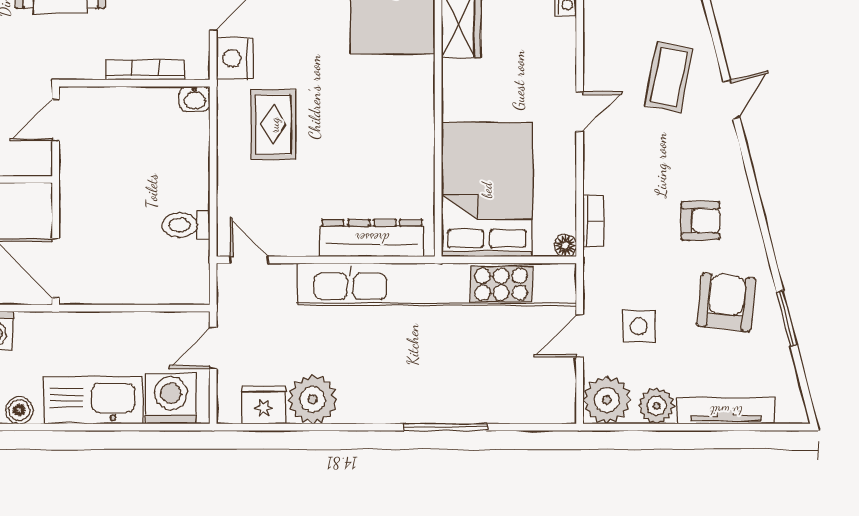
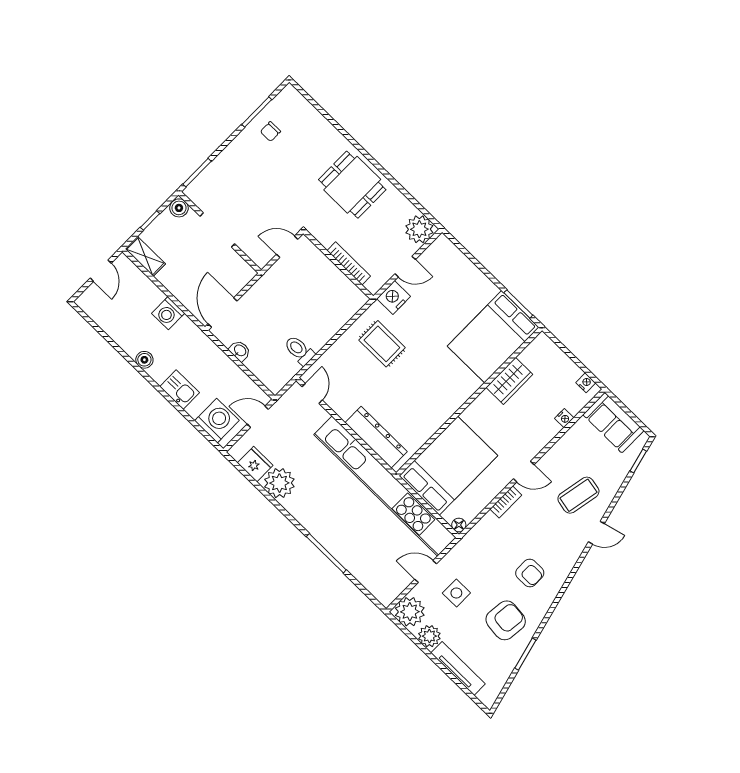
washbasin: (195, 99) -> (240, 351), moved, turned 180
rug: (274, 125) -> (382, 344), turned 90
bookcase: (593, 221) -> (506, 502), moved
kitchen sink: (93, 400) -> (180, 390), width x0.53, depth x0.81

